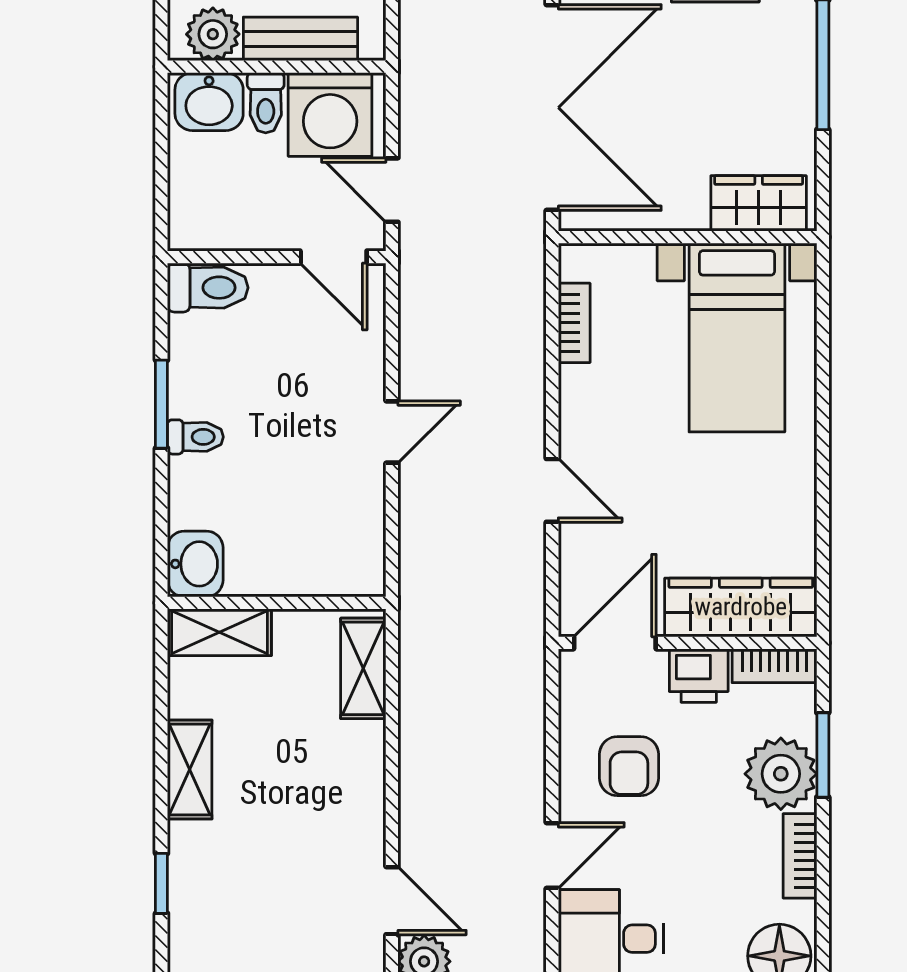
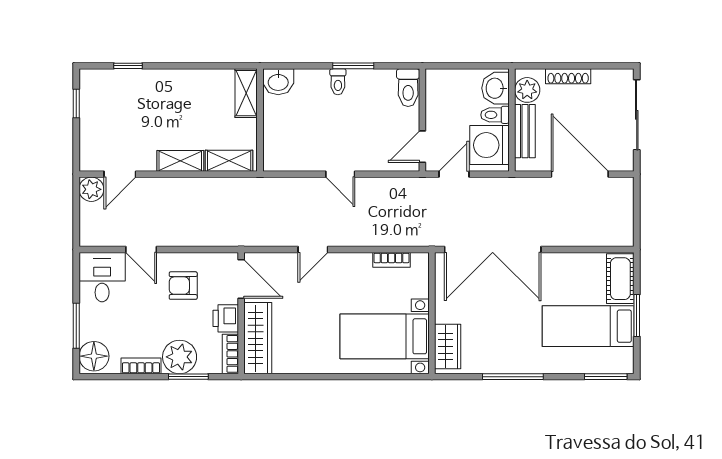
shelving: (190, 770) -> (180, 161), moved

